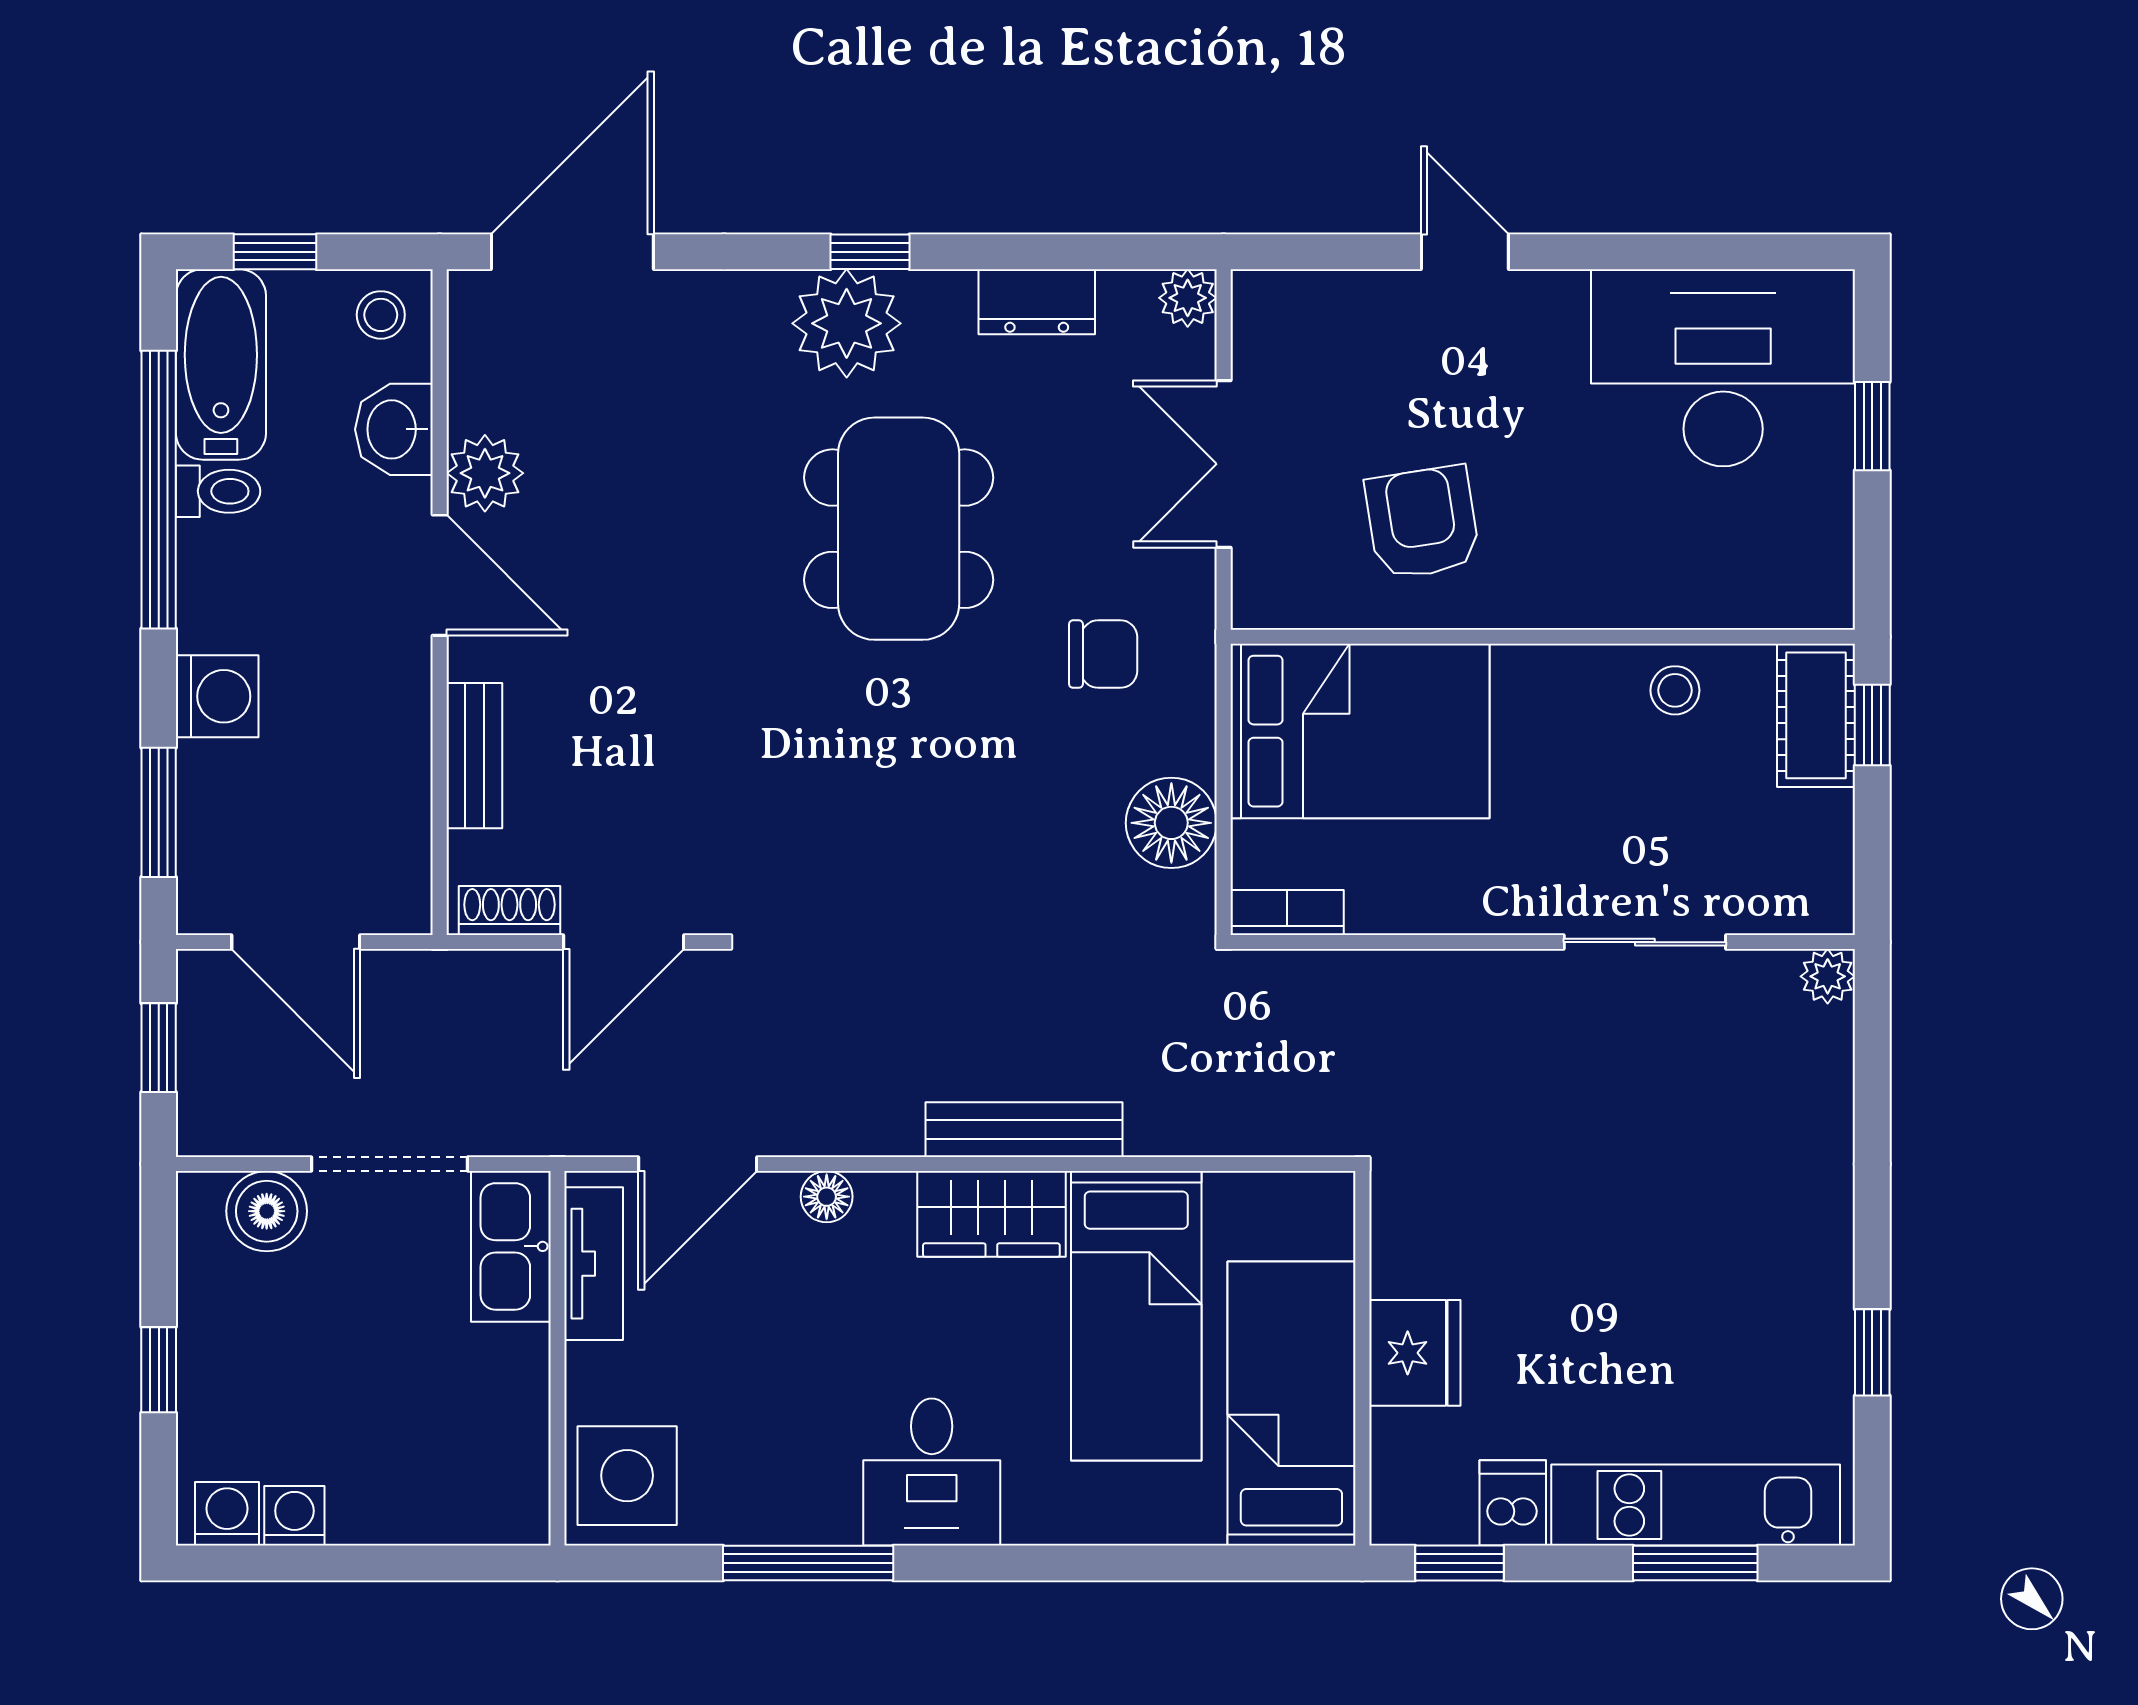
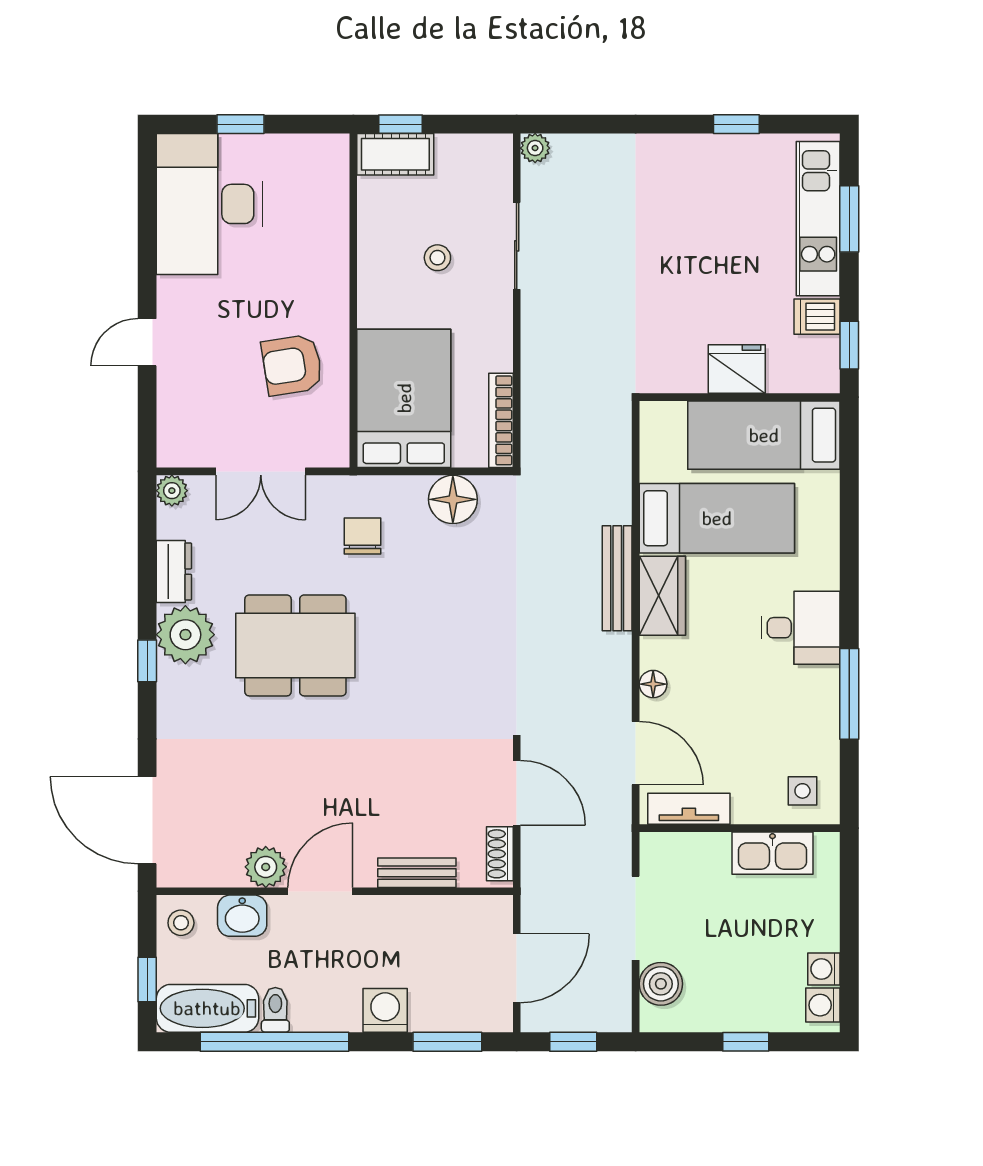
plant: (847, 323) -> (185, 635), moved
stool: (1675, 690) -> (437, 258), moved
bookcase: (1287, 912) -> (501, 420), width x1.56
kitchen sink: (511, 1246) -> (772, 853), moved
side table: (627, 1476) -> (802, 791), width x0.54, depth x0.54

